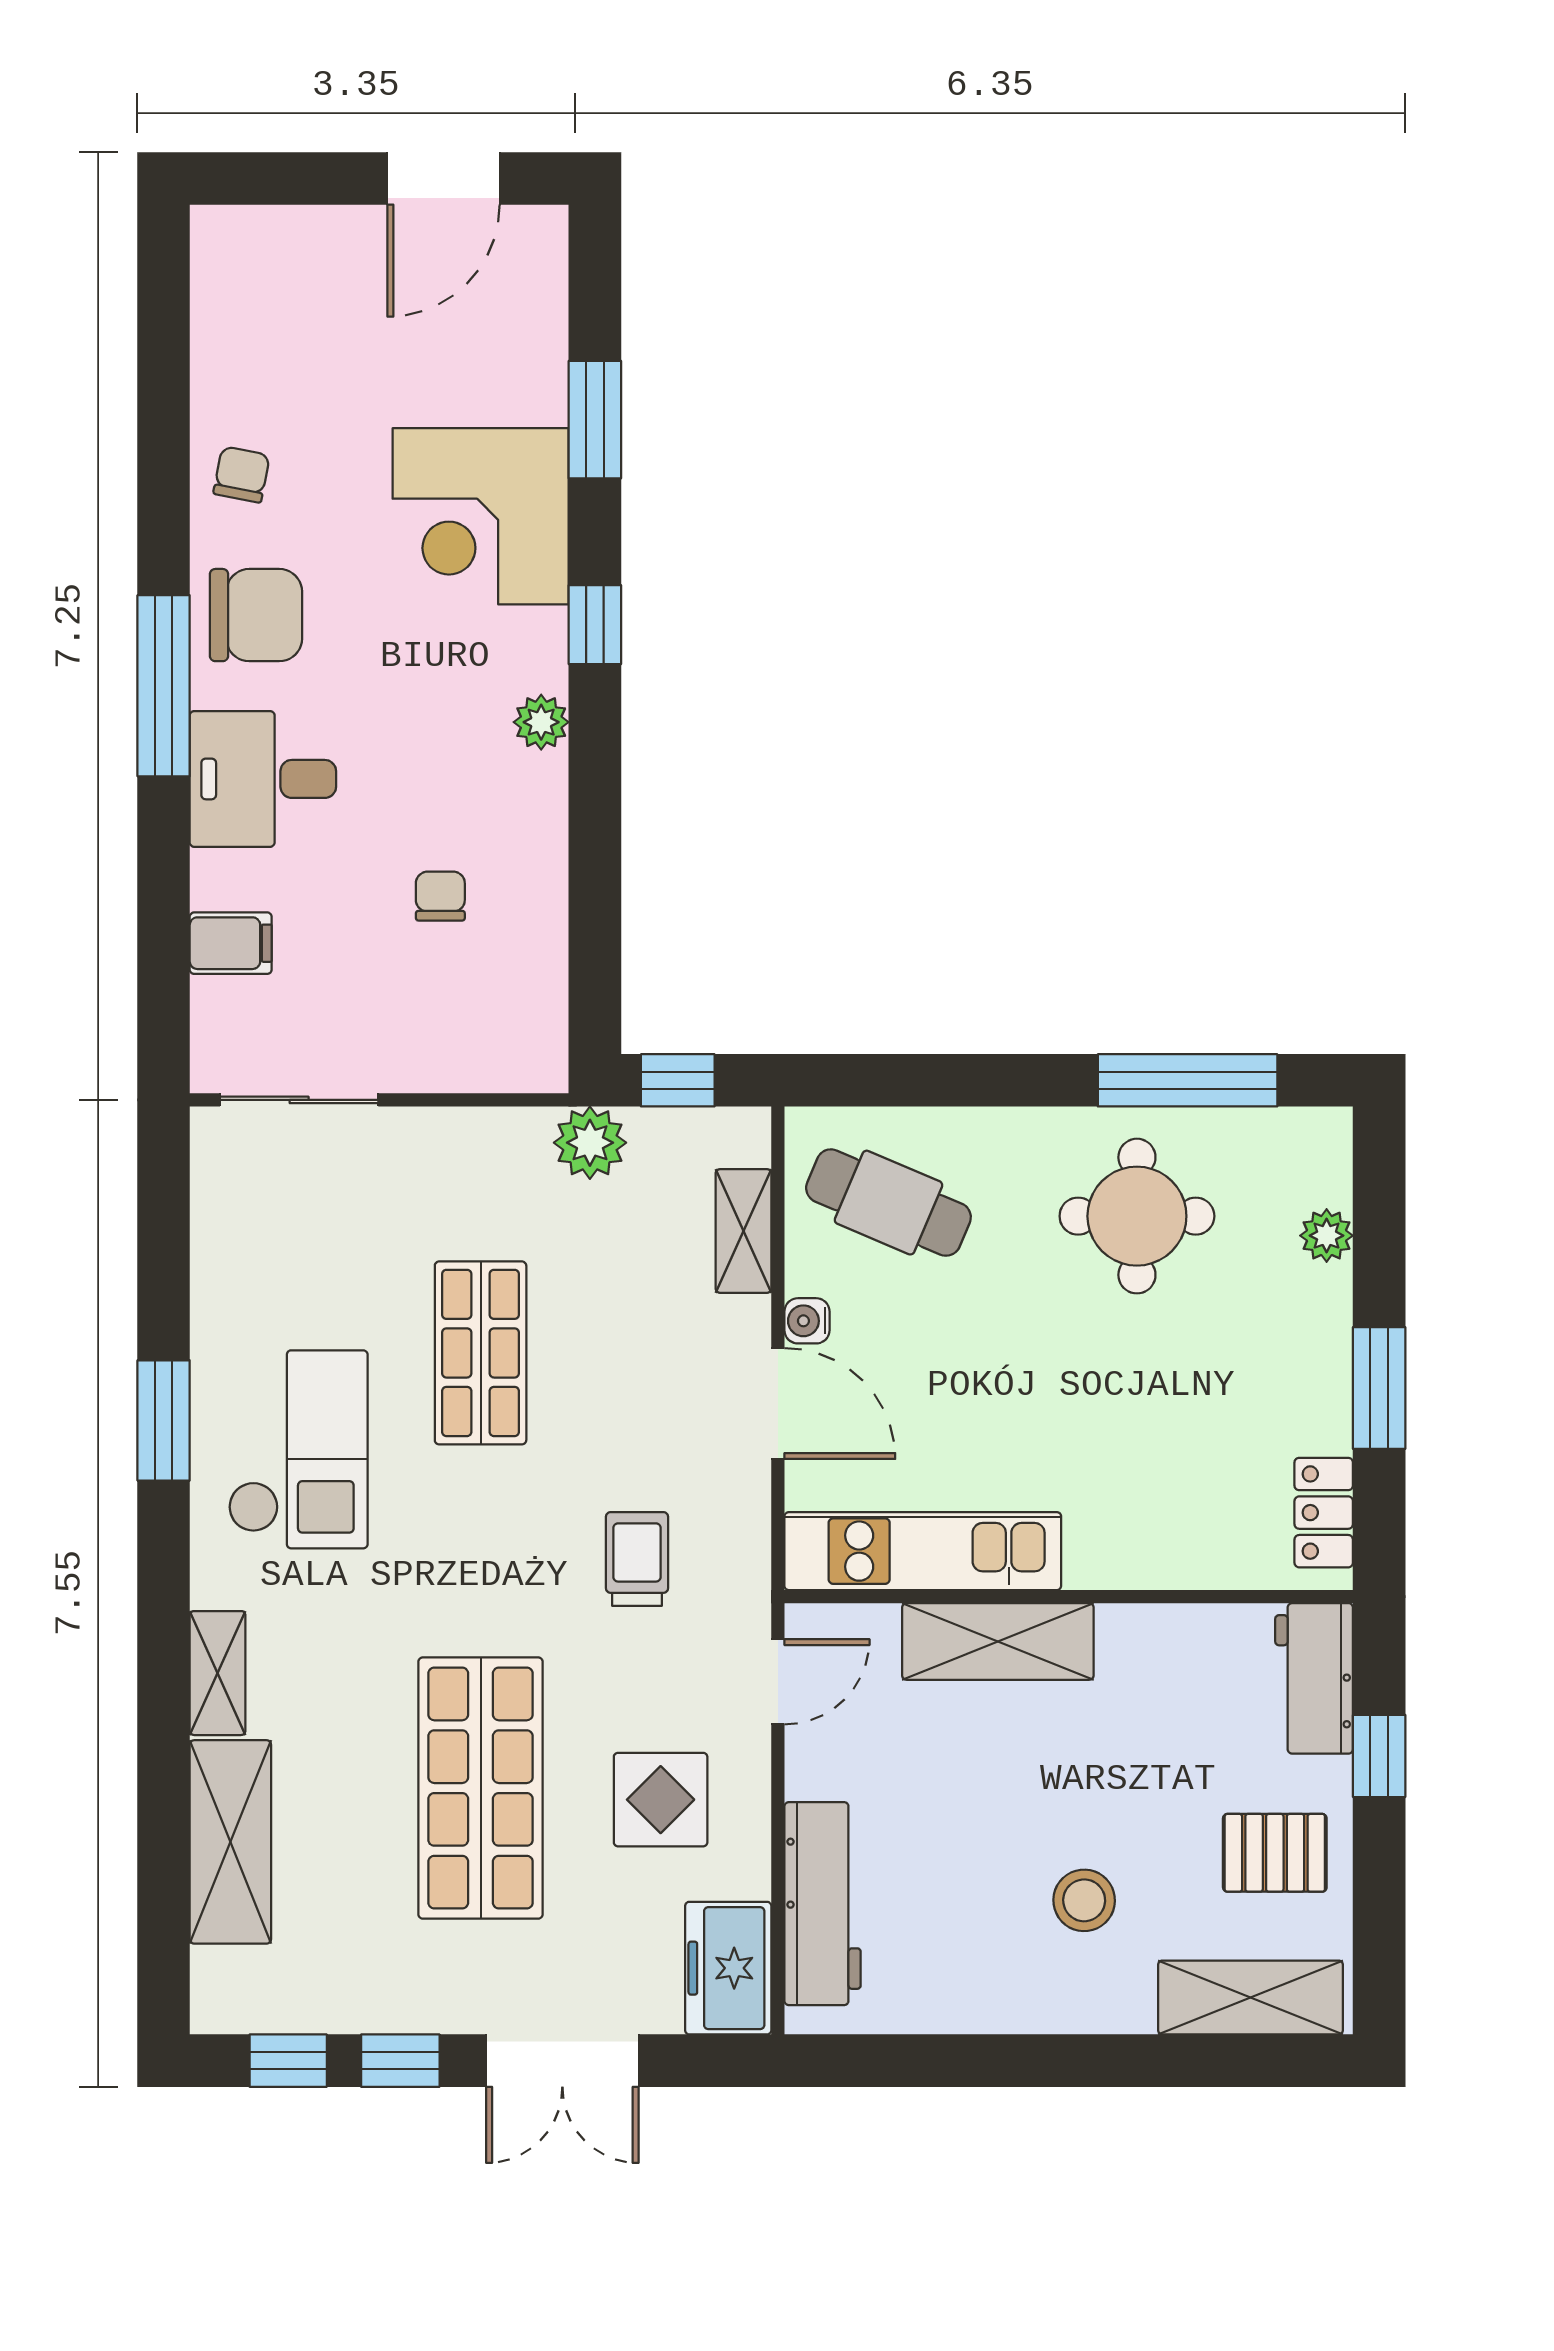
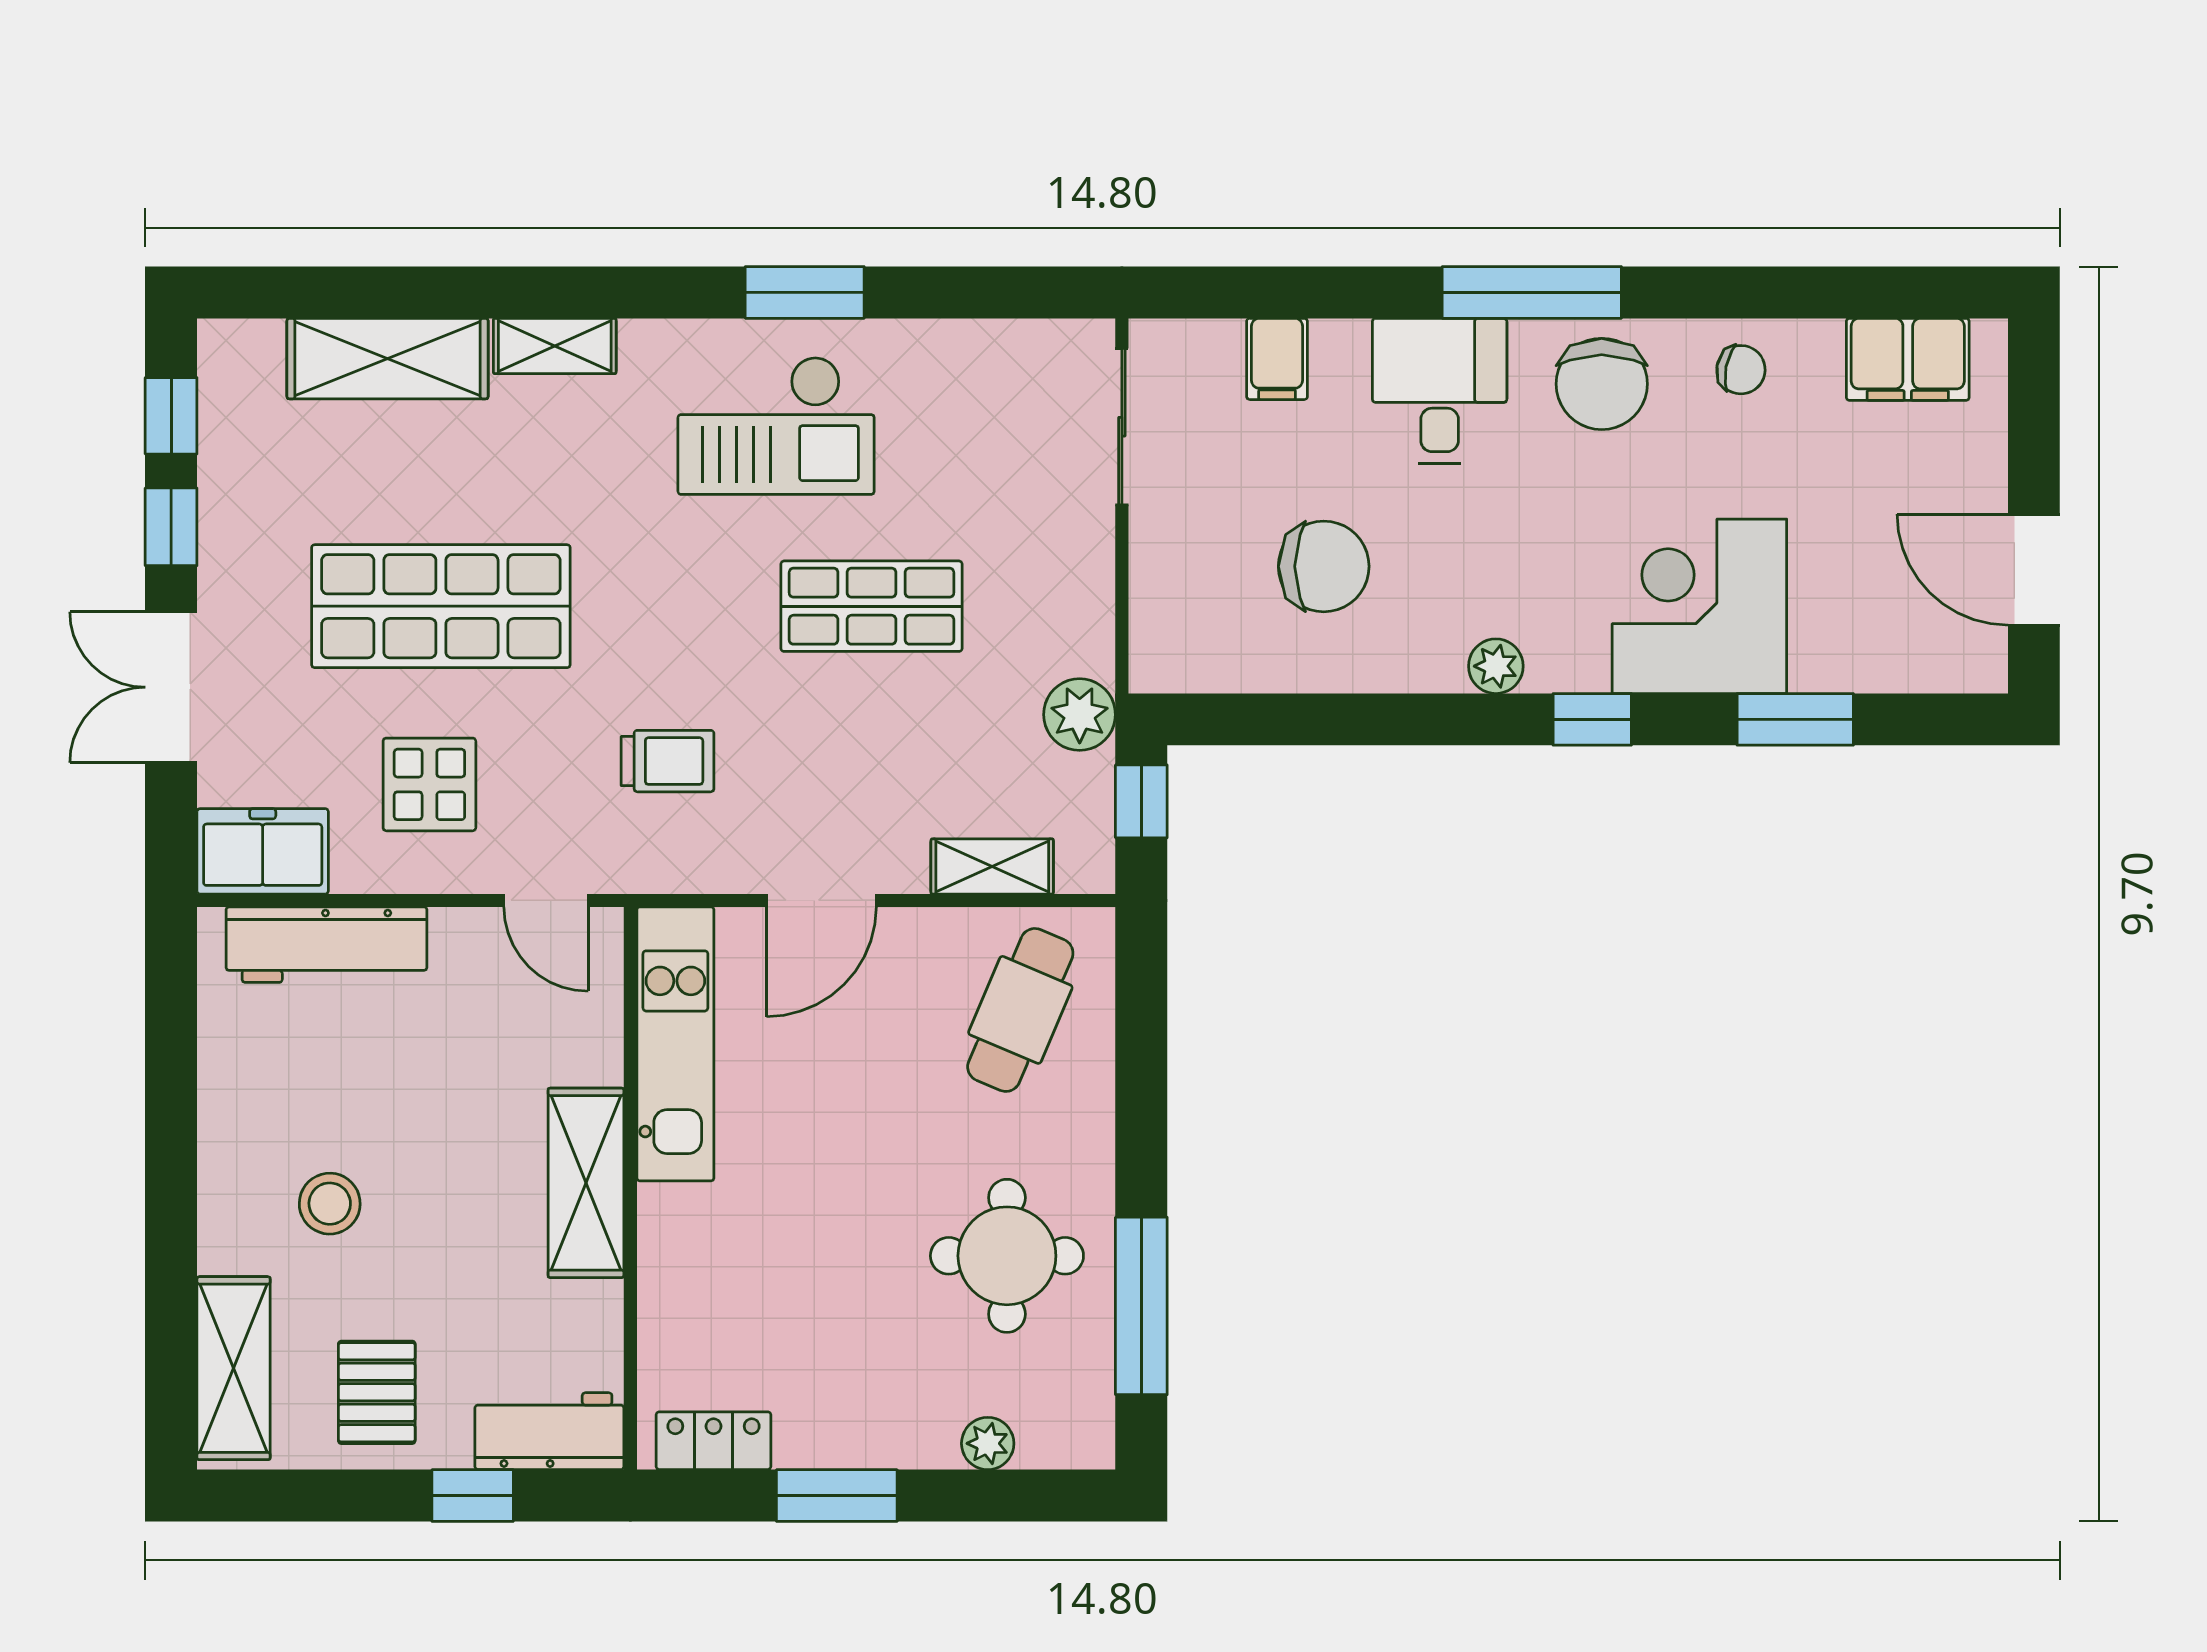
filing cabinet: (231, 306) -> (1908, 359), added
chair: (440, 896) -> (1324, 566), width x1.87, depth x1.87
water cooler: (807, 1321) -> (903, 929), removed
shelving: (998, 1641) -> (586, 1183), moved

